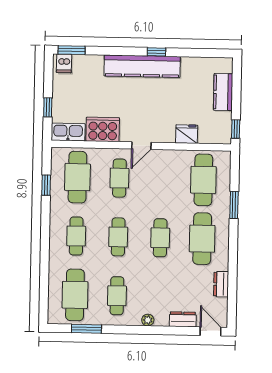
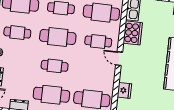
cafe table: (118, 237) -> (58, 37), width x1.37, depth x1.35

